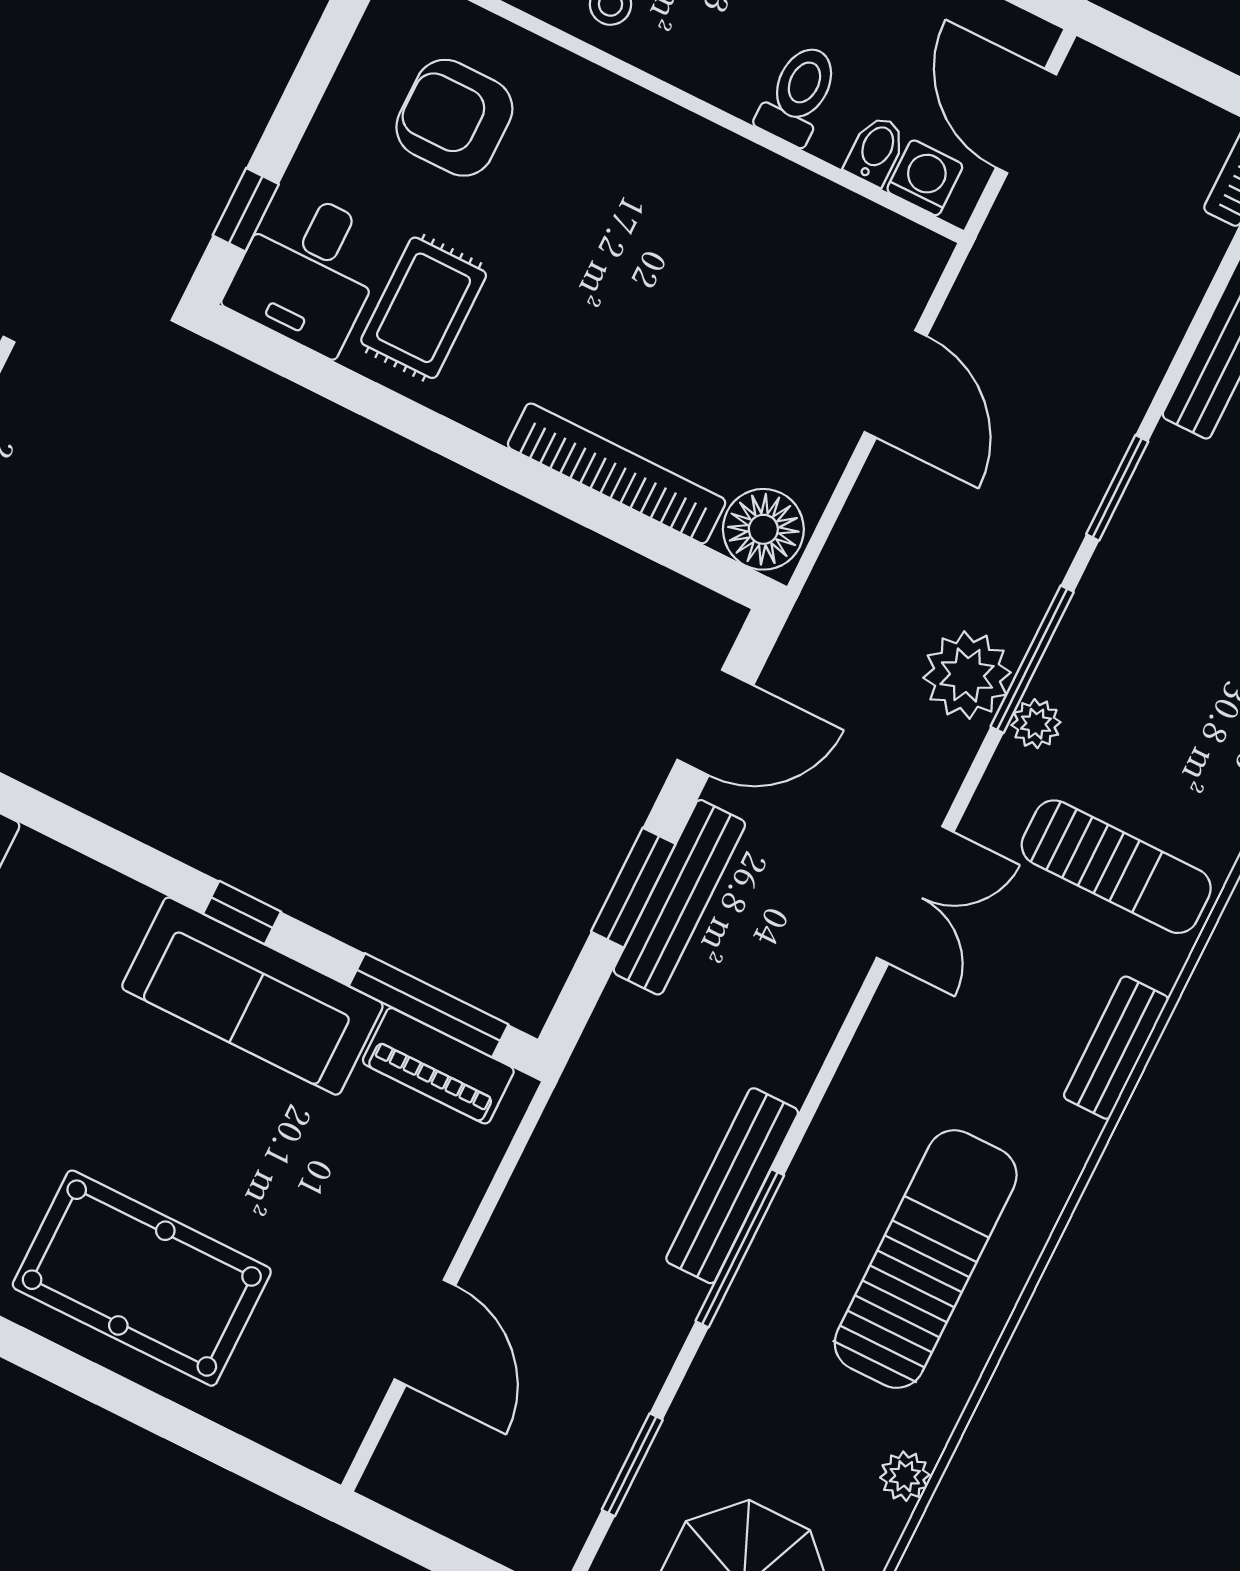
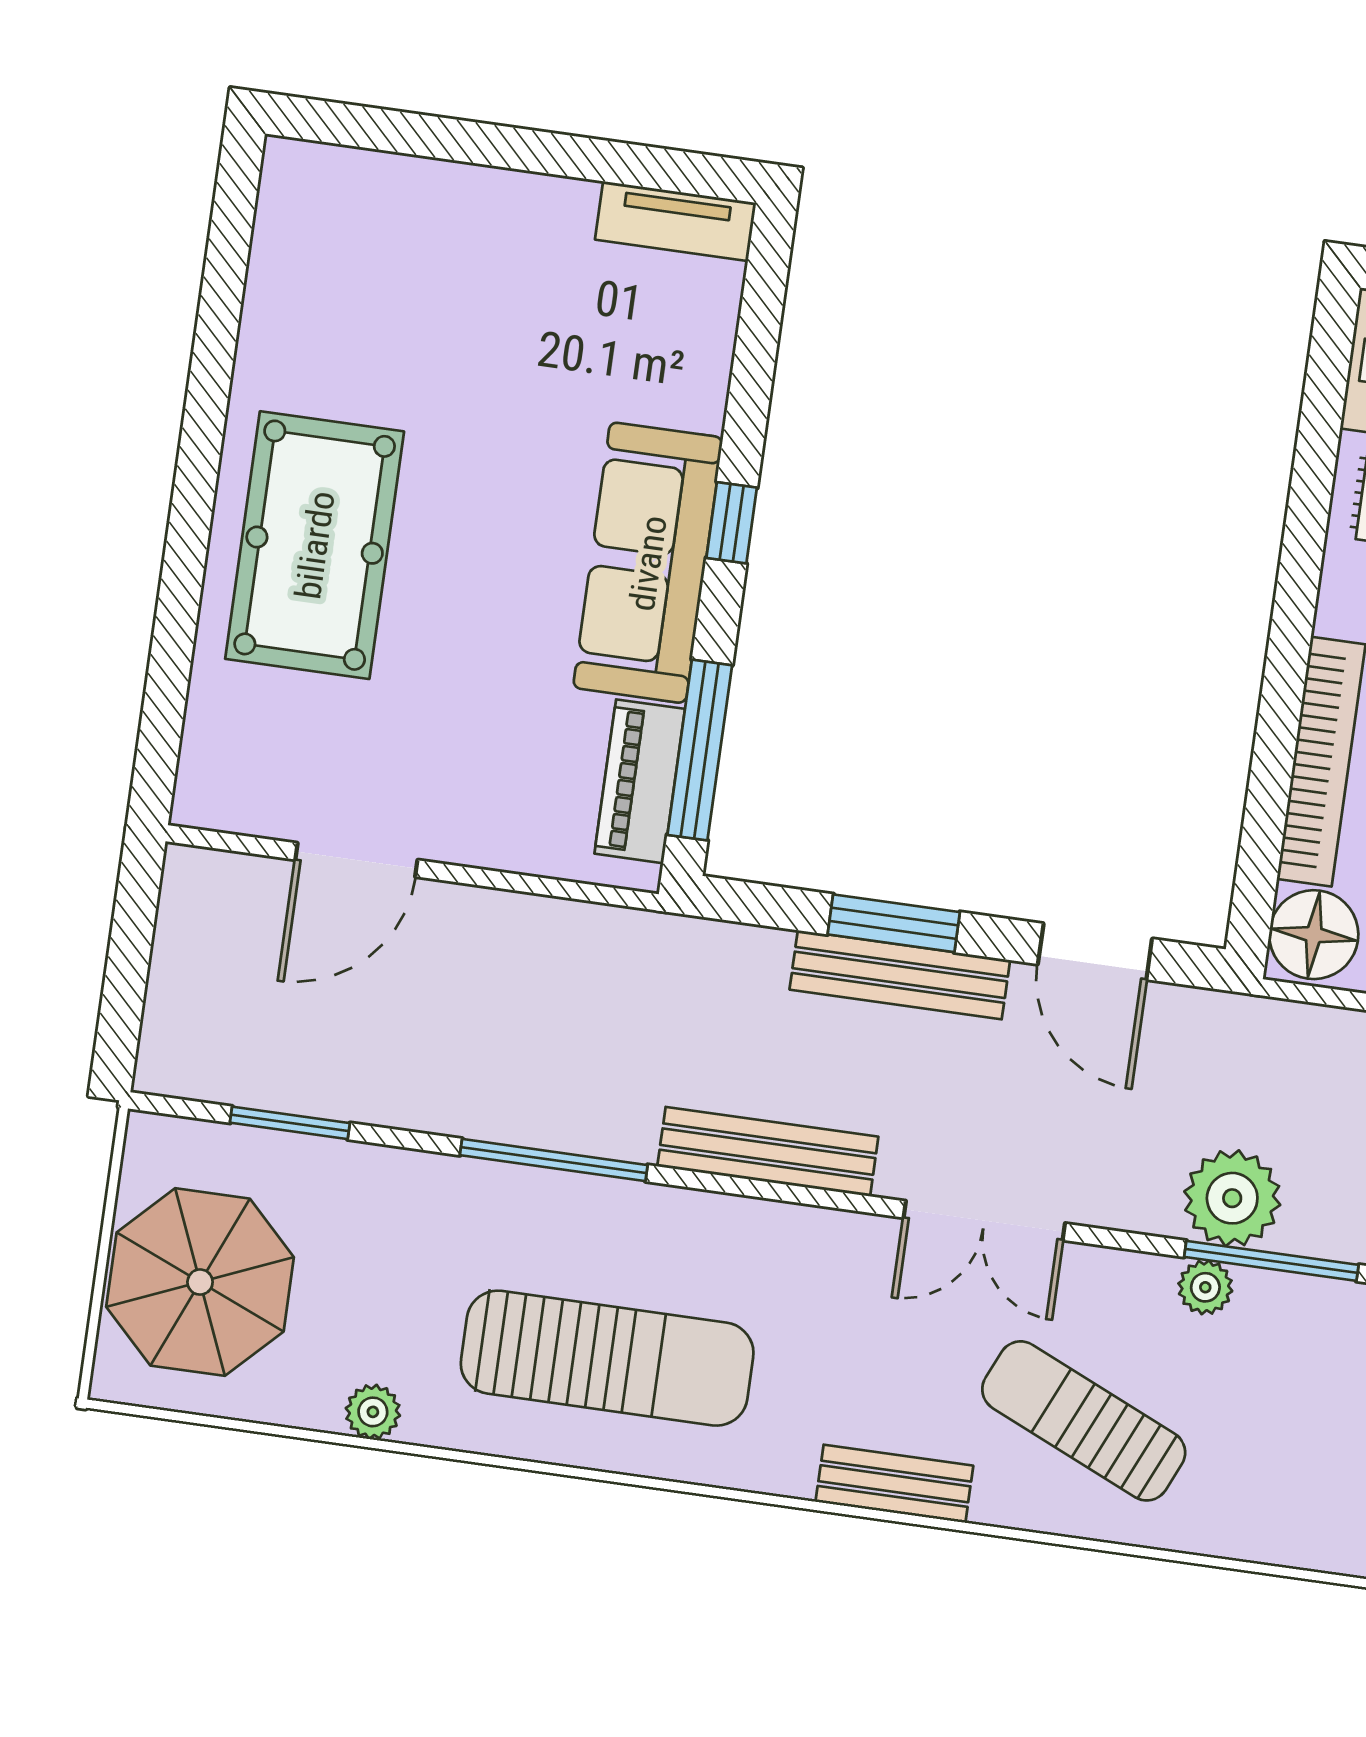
sun lounger: (1116, 867) -> (1084, 1421), turned 114
bench: (732, 1186) -> (768, 1152), moved

